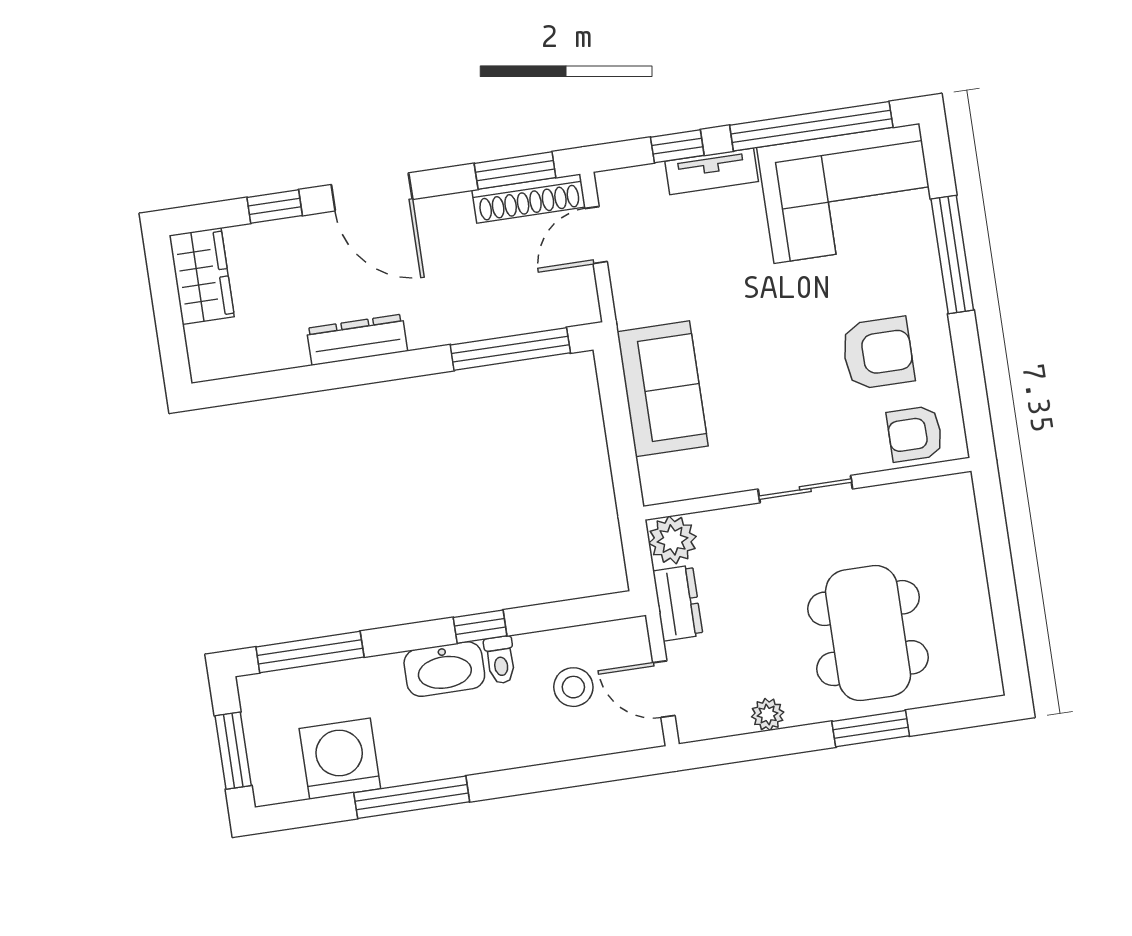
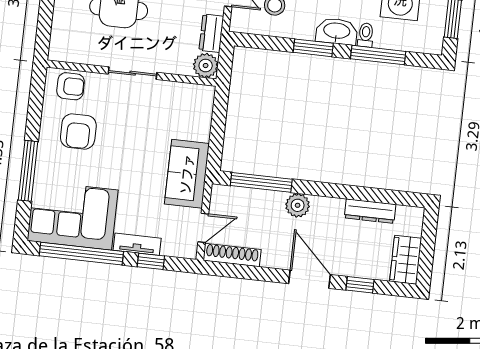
window: (515, 171) -> (235, 271), removed
plant: (431, 324) -> (298, 205), added
dresser: (357, 340) -> (370, 211), moved
armchair: (878, 353) -> (78, 131), turned -90
sofa: (663, 389) -> (187, 174), moved
window: (480, 627) -> (313, 48), width x1.50
window: (310, 652) -> (378, 55), moved
toilet: (500, 660) -> (366, 35), moved

